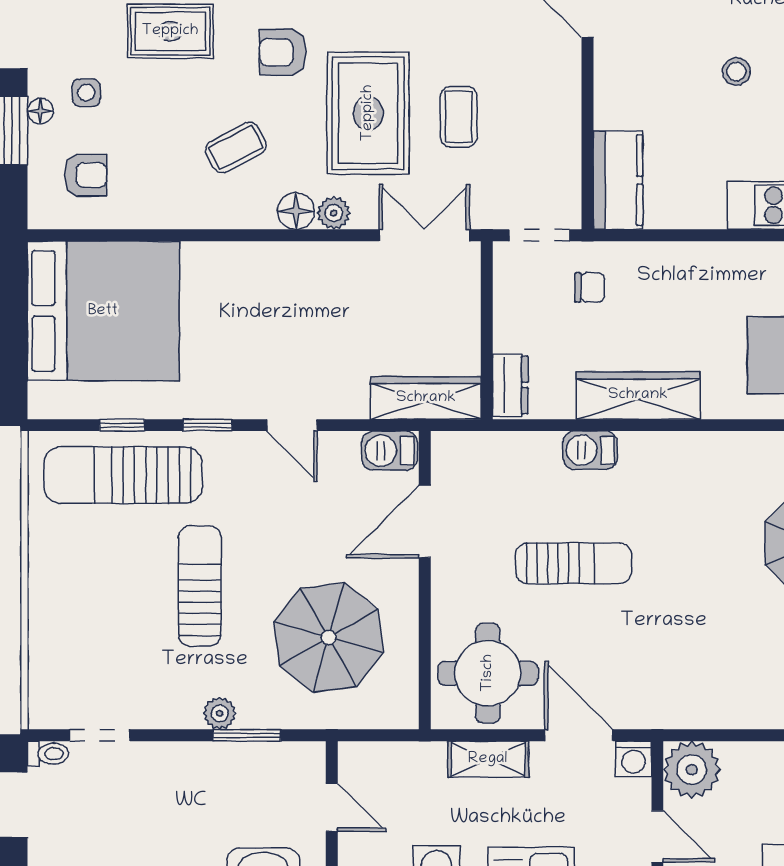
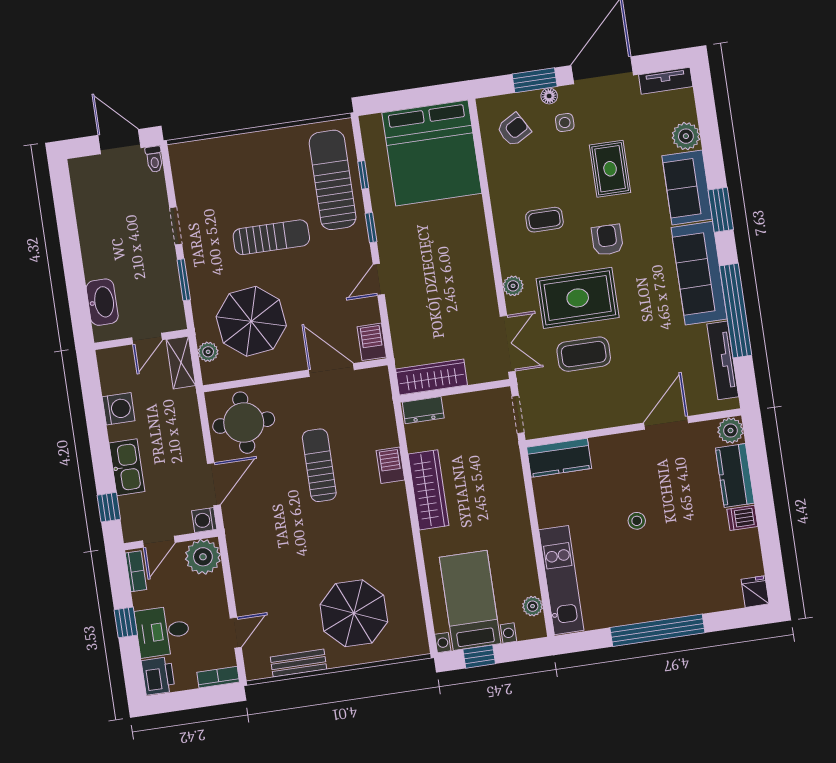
coffee table: (459, 117) -> (584, 354), width x1.36, depth x1.30
coffee table: (236, 148) -> (544, 220), turned -62
armchair: (86, 175) -> (514, 130), turned -120
floor lamp: (296, 211) -> (511, 262), removed
chair: (590, 287) -> (491, 450), removed
wardrobe: (426, 398) -> (431, 377), moved, turned -90
sun lounger: (573, 563) -> (319, 465), turned 180
plant: (220, 713) -> (208, 352), moved
doorway: (100, 735) -> (176, 226), moved
shelving: (488, 759) -> (181, 363), moved

